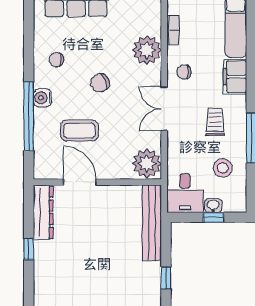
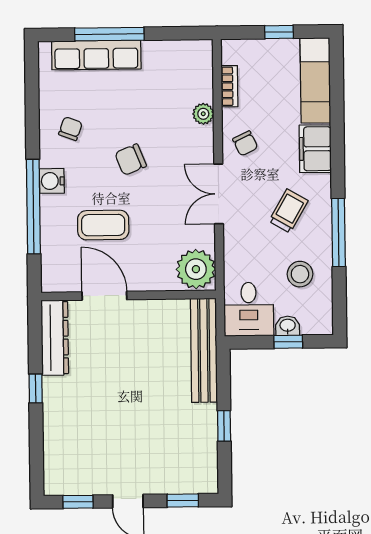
plant: (147, 50) -> (203, 114), width x0.53, depth x0.53
chair: (56, 60) -> (70, 129), turned 110
chair: (184, 72) -> (245, 143), turned -116
trolley: (215, 122) -> (288, 211), turned 30

